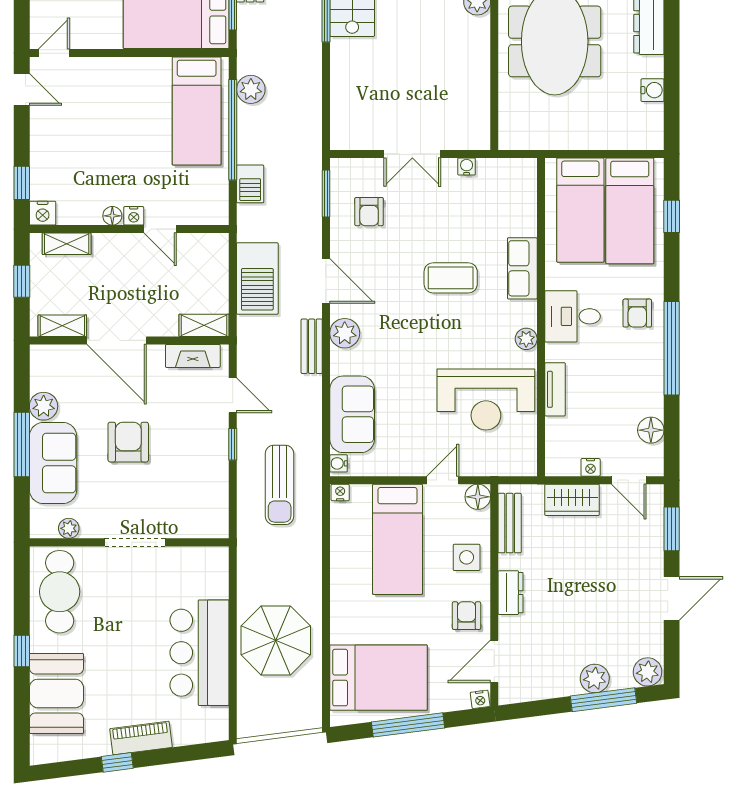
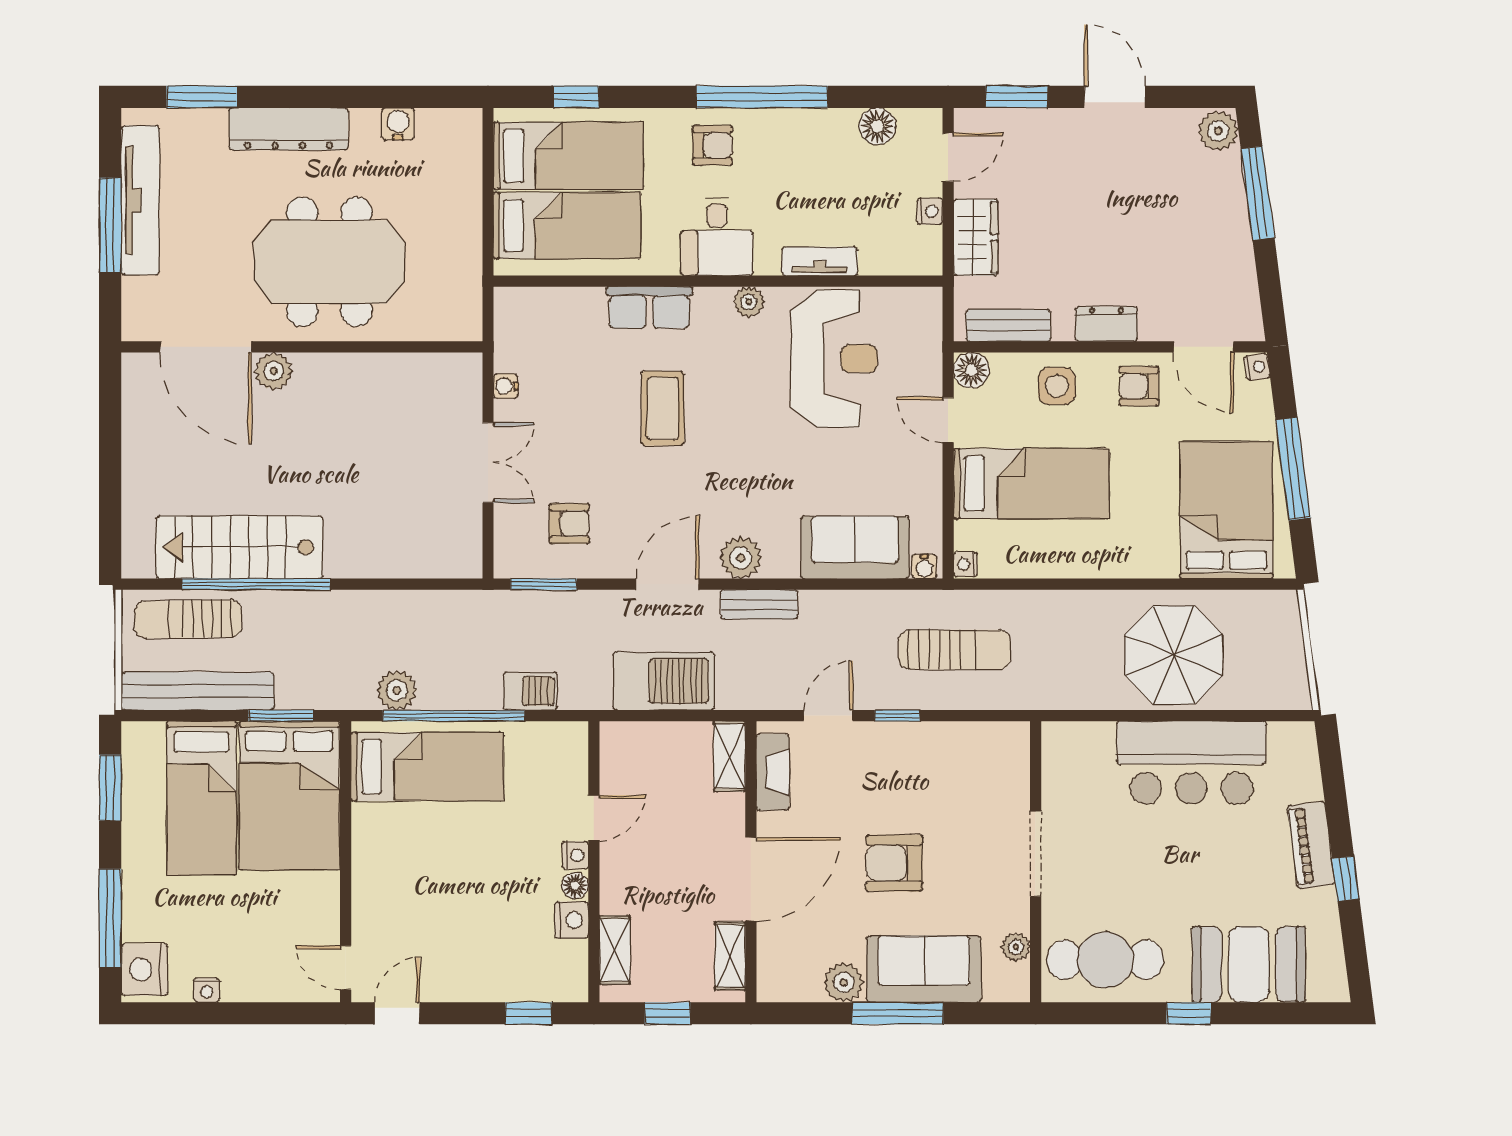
nightstand: (43, 213) -> (571, 920), moved
plant: (595, 678) -> (1228, 205), removed

